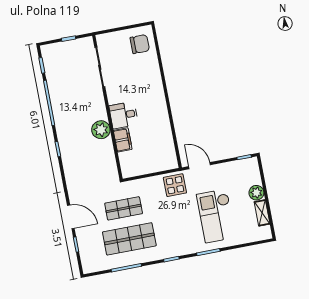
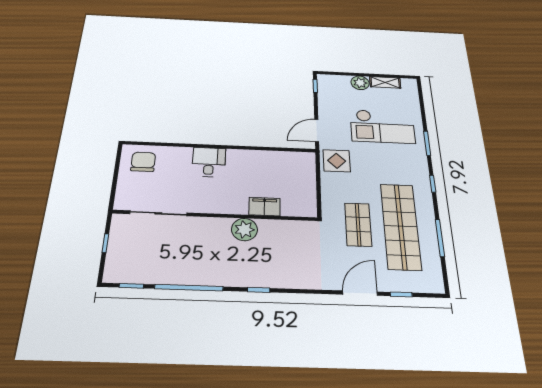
desk: (124, 115) -> (209, 162), moved, turned 180
shop shelf: (129, 239) -> (401, 226), width x1.40

